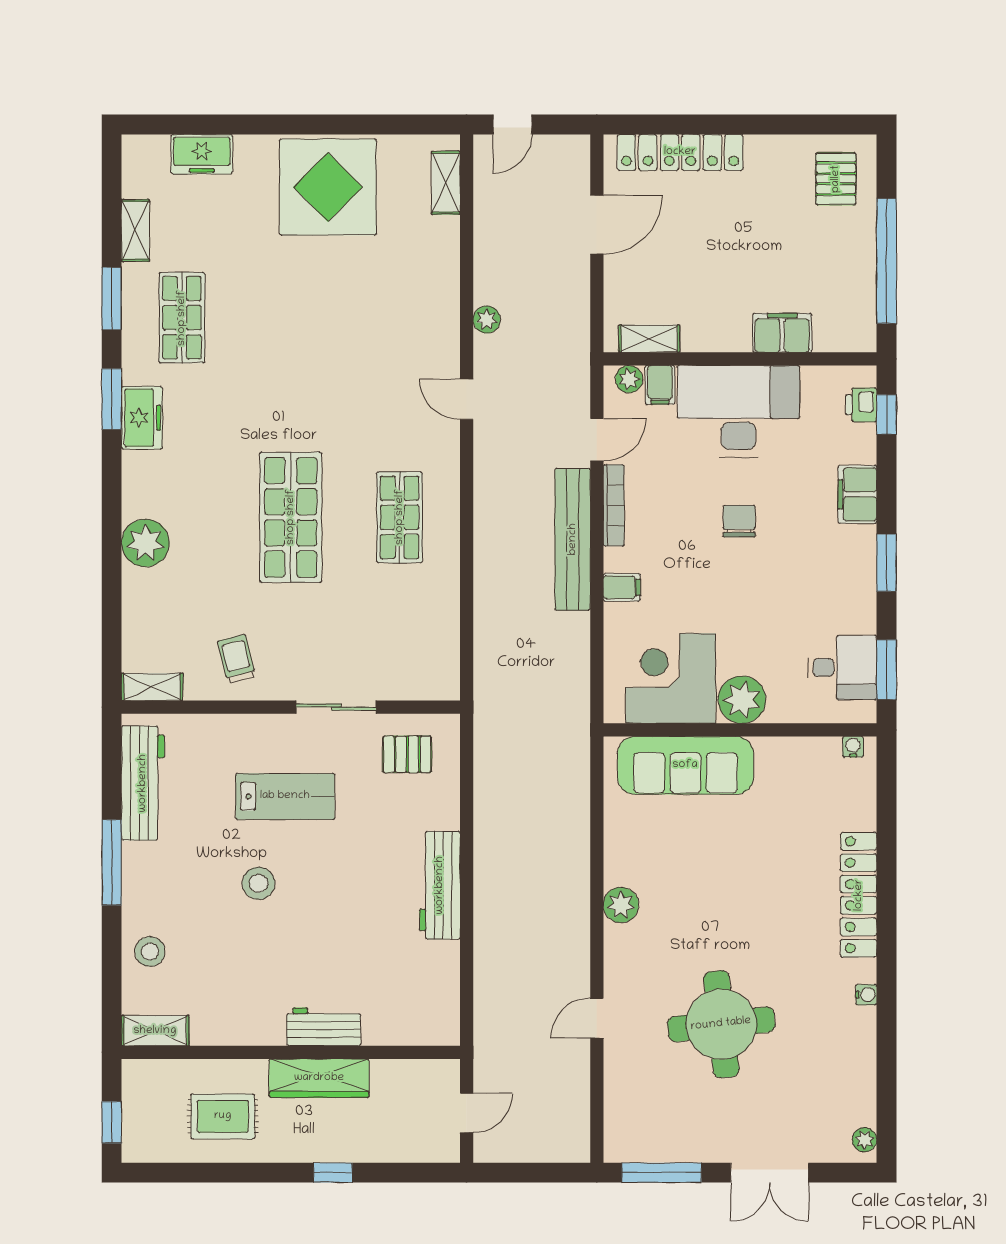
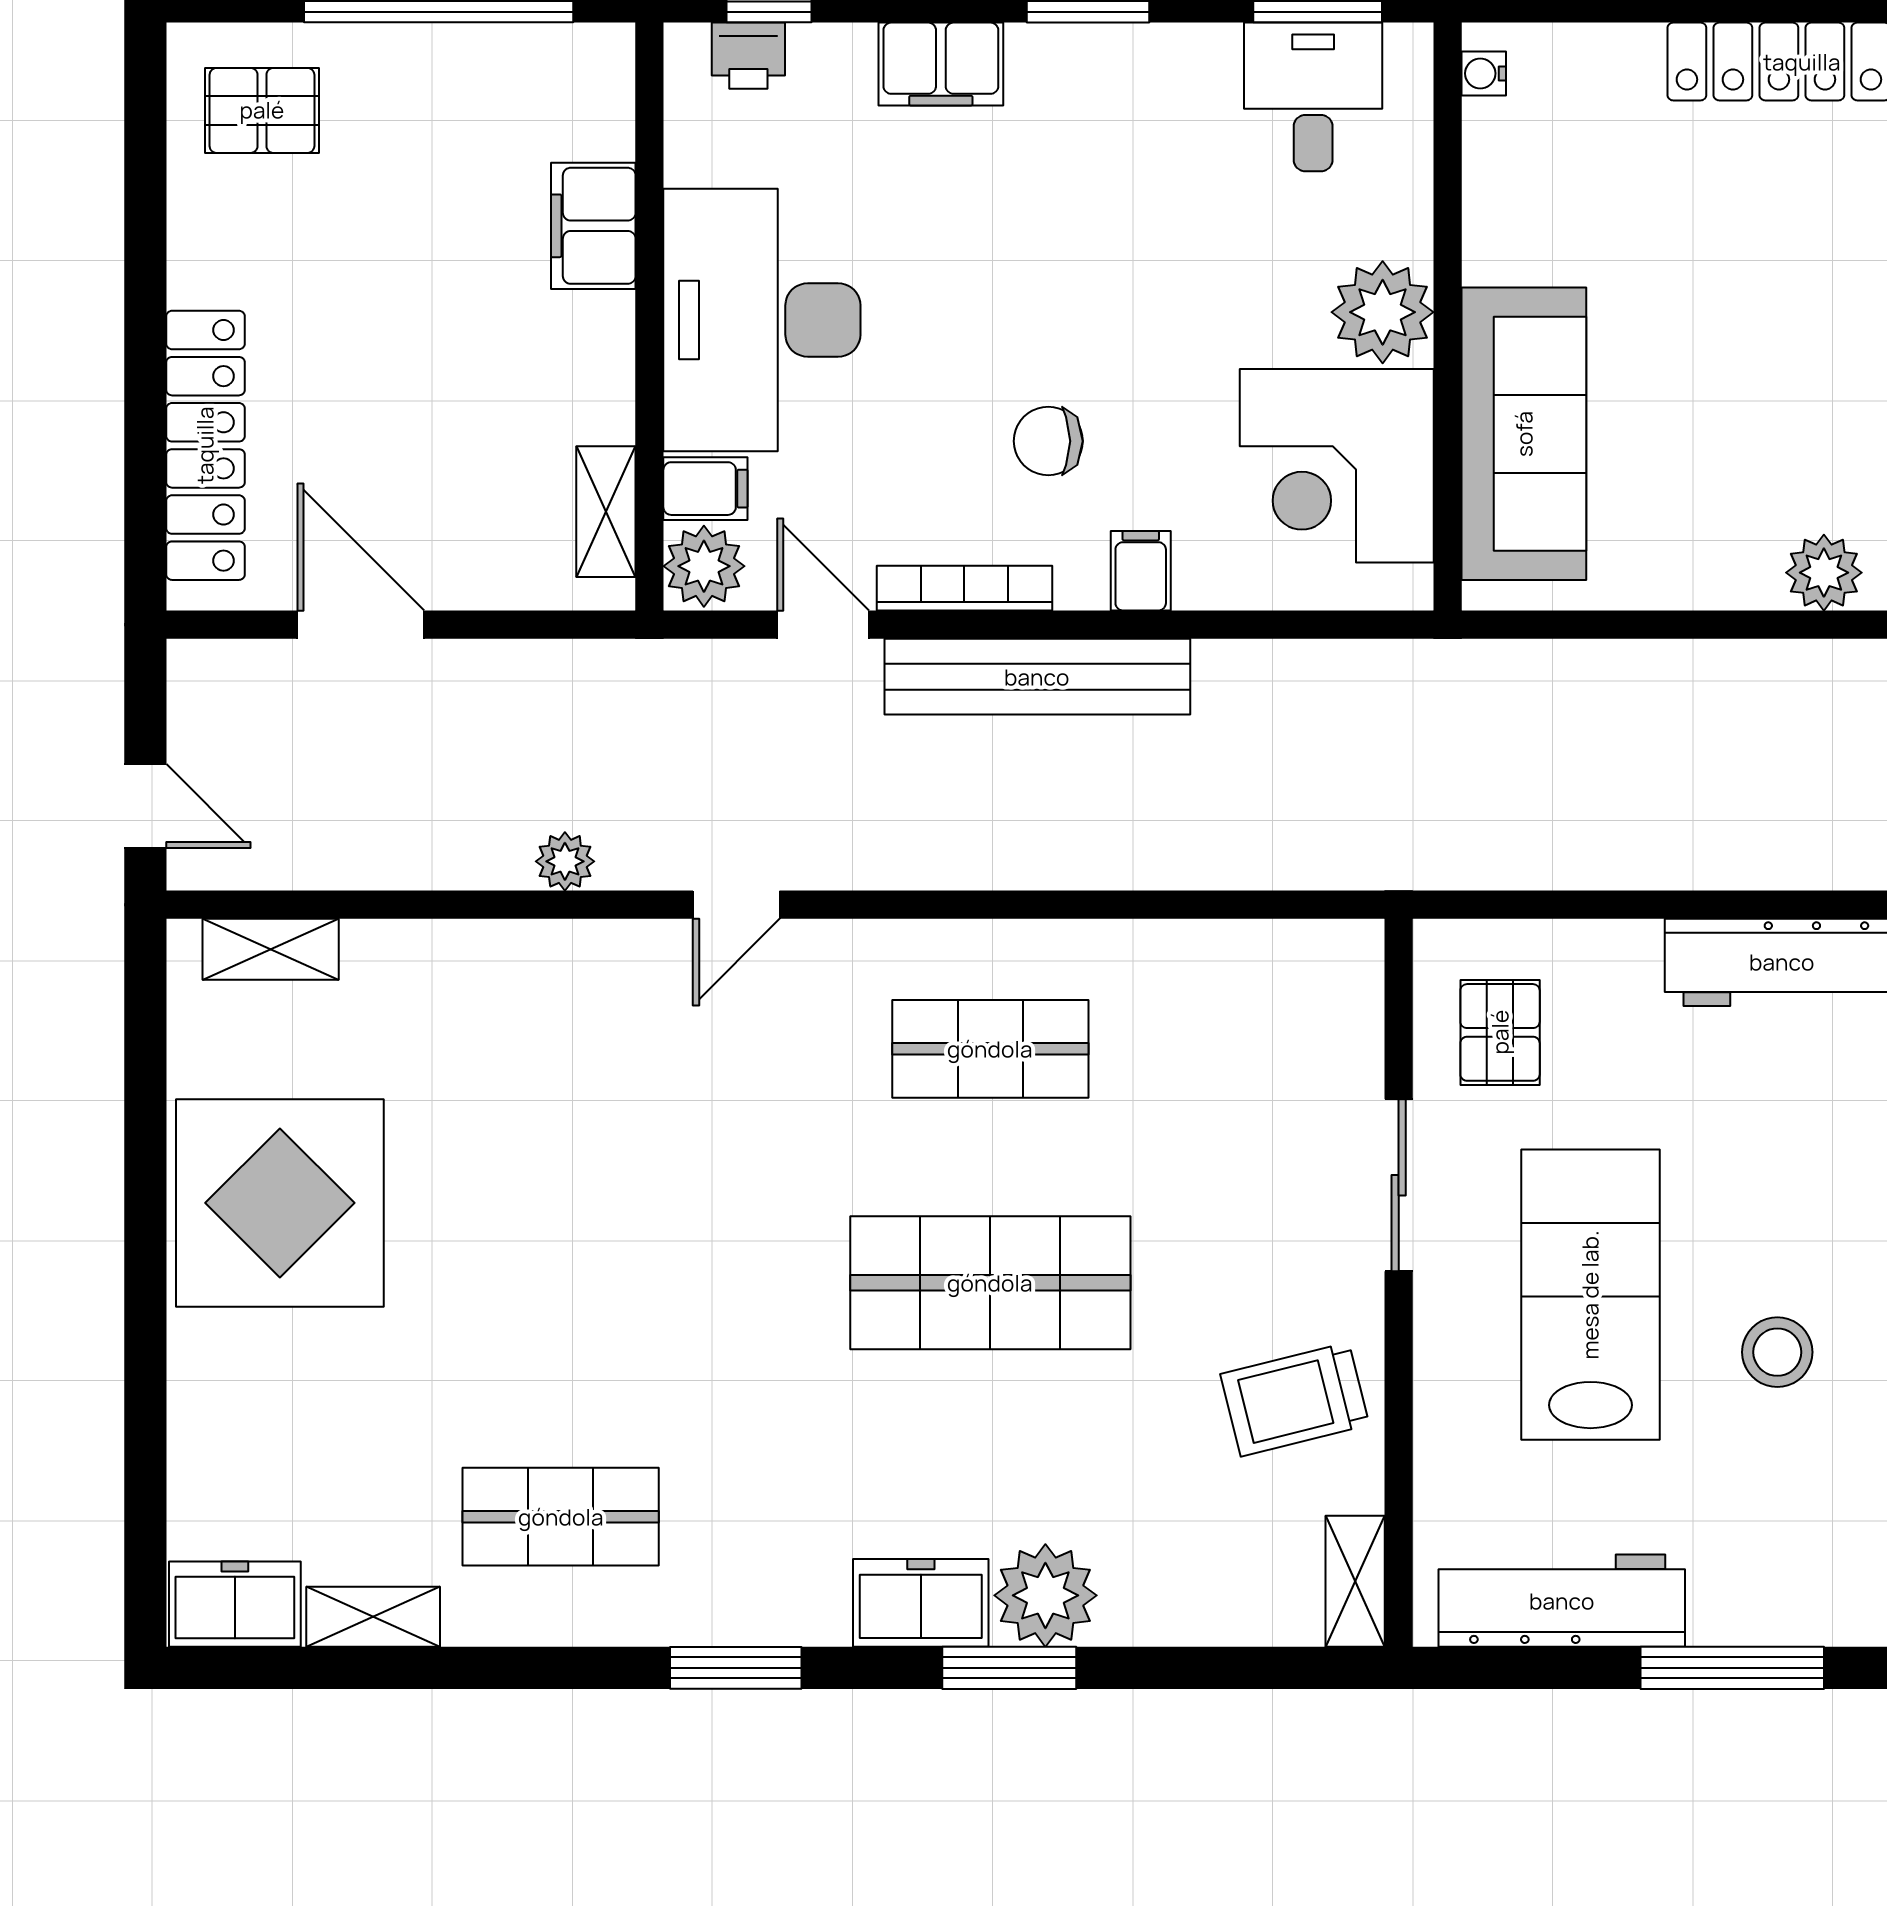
freezer: (202, 154) -> (235, 1604), moved, turned -90
window: (112, 298) -> (1009, 1668), moved
plant: (629, 379) -> (704, 566), width x1.38, depth x1.38
freezer: (142, 418) -> (921, 1603), moved
chair: (739, 521) -> (1048, 441), moved
trolley: (237, 659) -> (1295, 1399), width x1.36, depth x1.39
lab bench: (285, 796) -> (1590, 1295), width x1.36, depth x1.39

